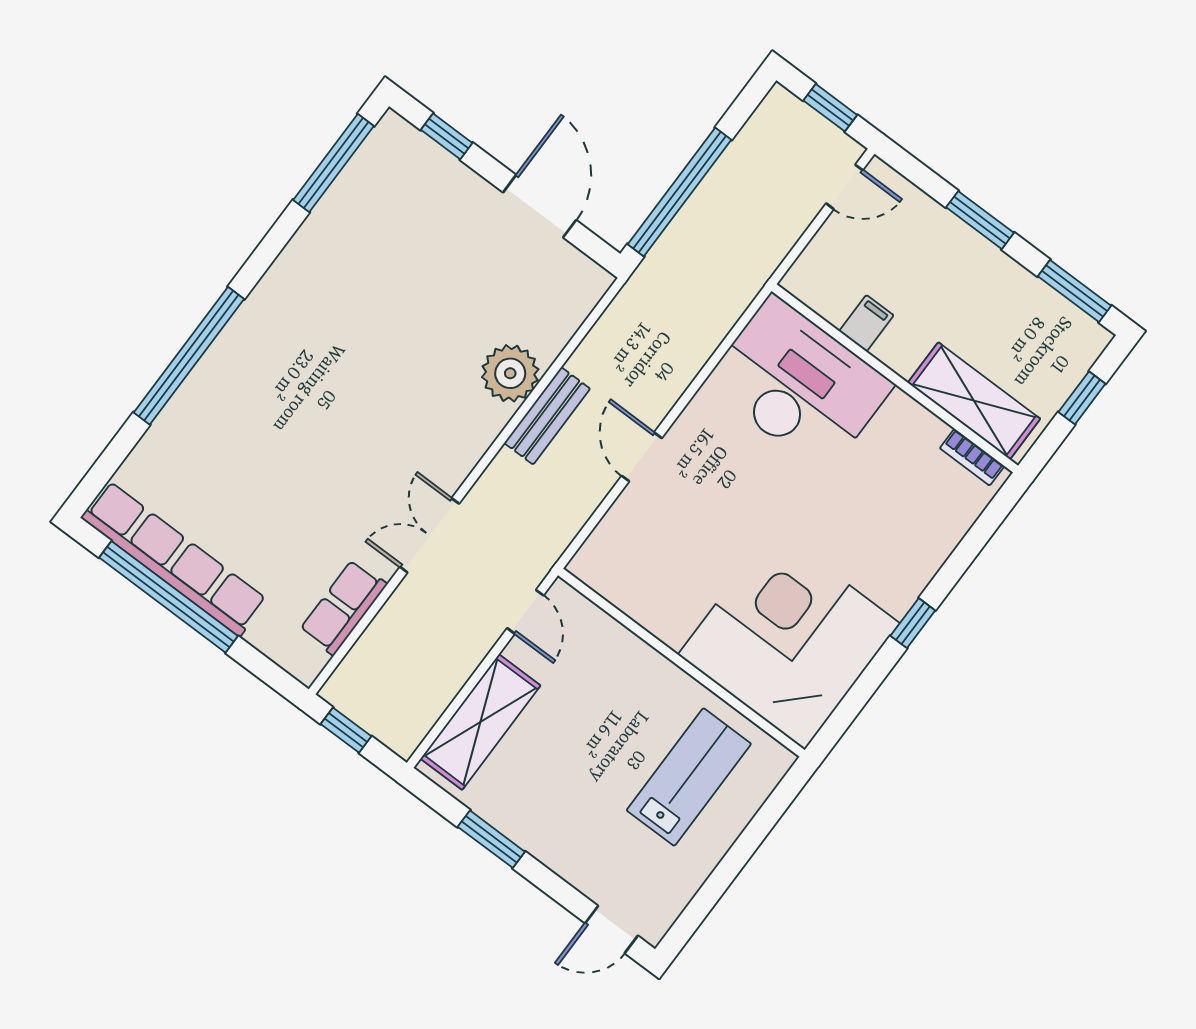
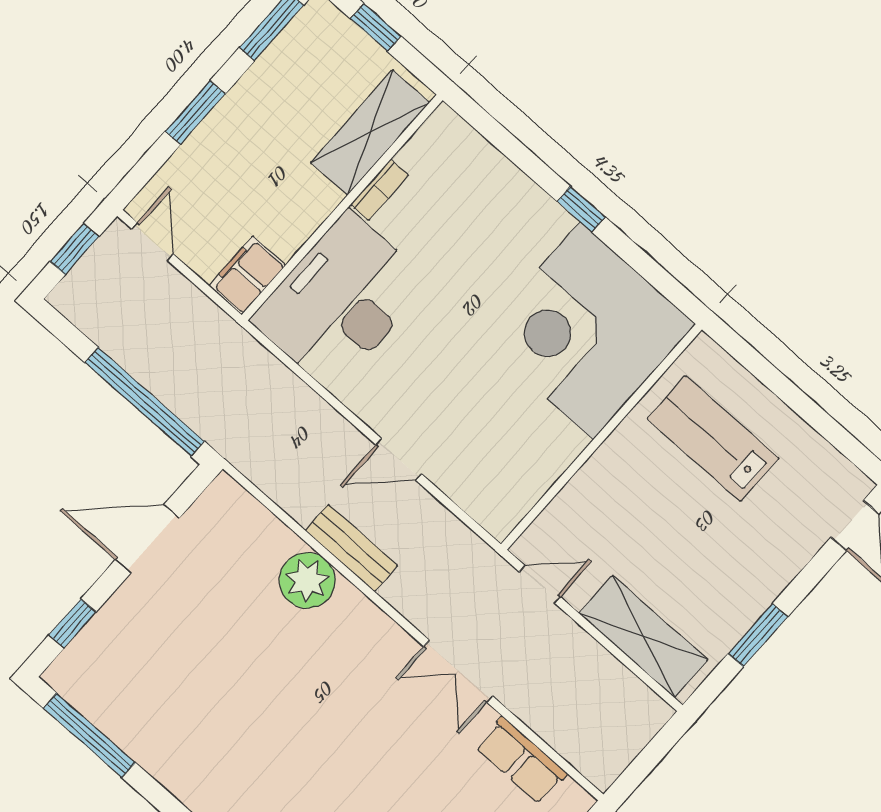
filing cabinet: (866, 323) -> (247, 275), moved, width x2.00
bookcase: (972, 457) -> (380, 190), moved
window: (346, 730) -> (641, 768), removed

